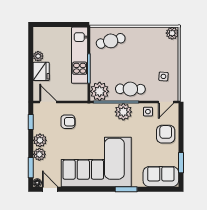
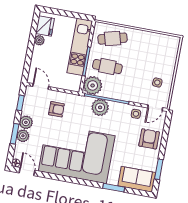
plant: (172, 33) -> (174, 42), removed
fridge: (41, 71) -> (45, 26), moved
cafe table: (130, 89) -> (107, 67), moved
plant: (123, 112) -> (100, 107), moved
window: (31, 168) -> (15, 134), moved
window: (126, 189) -> (114, 188), moved

